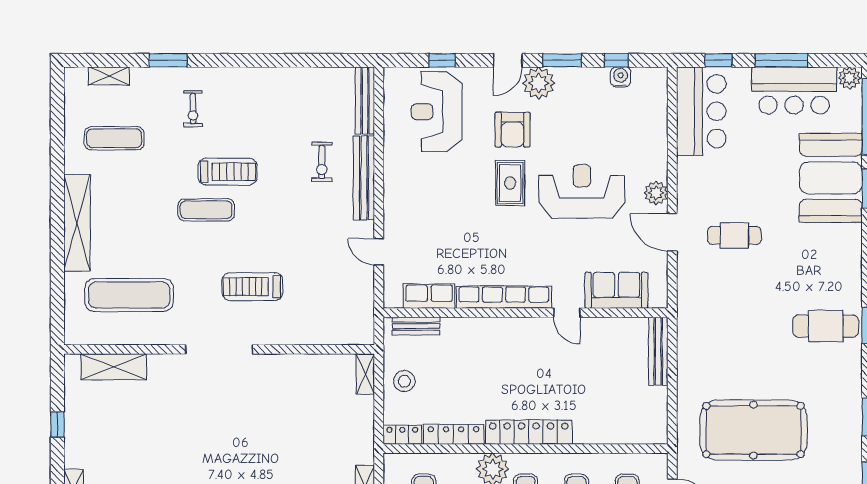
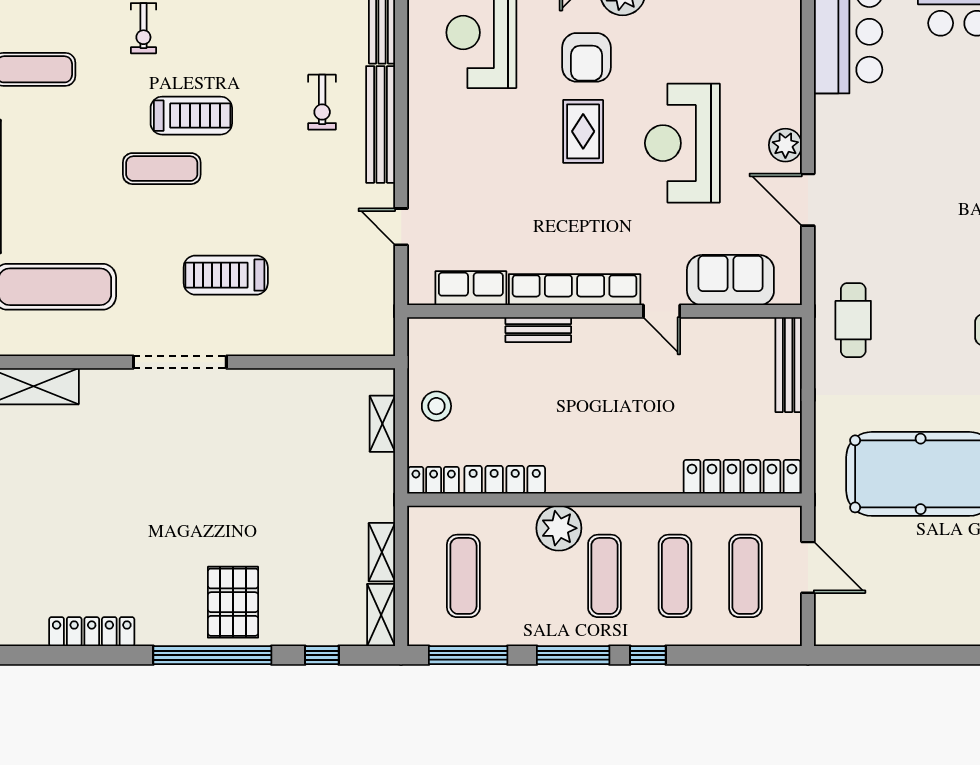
reception desk: (582, 191) -> (682, 143), turned -90
cafe table: (734, 235) -> (853, 320), moved, turned 90
bench: (416, 326) -> (538, 330), moved
shelving: (365, 374) -> (382, 424), moved
locker: (529, 432) -> (742, 477), moved

